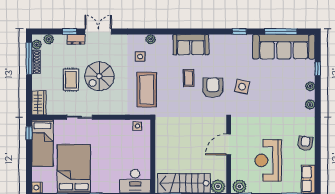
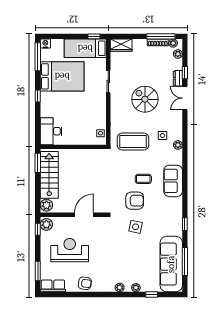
double door: (98, 32) -> (185, 98), swing flipped
rug: (71, 80) -> (142, 74), removed
door: (229, 144) -> (84, 215), hinge flipped

